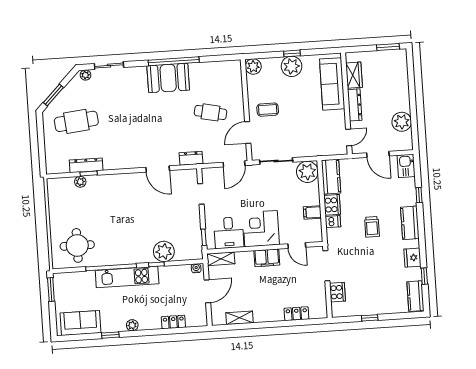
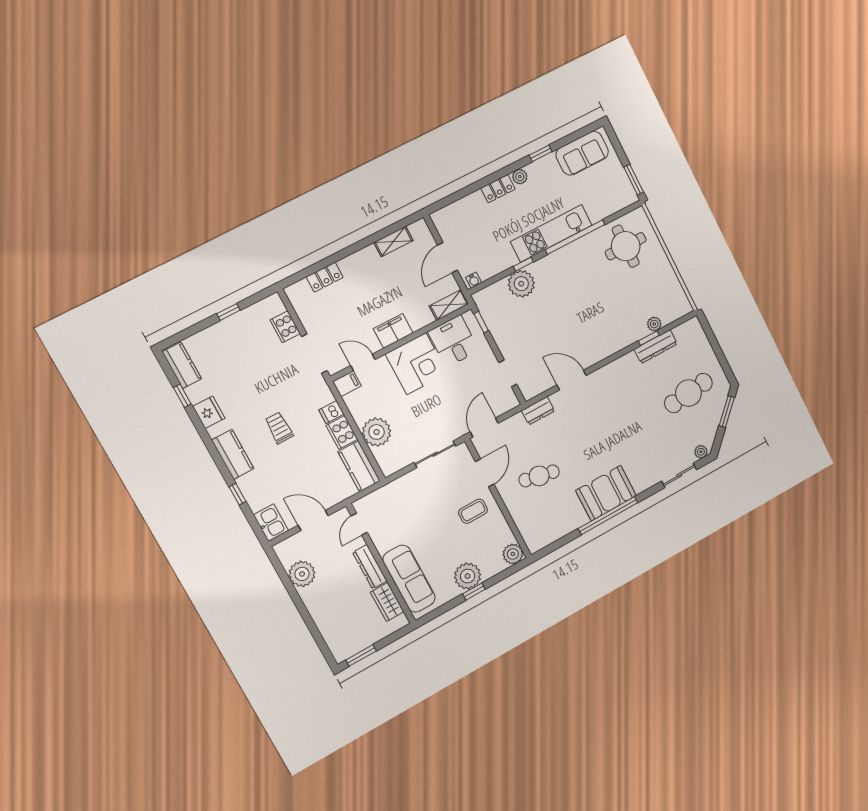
plant: (307, 172) -> (377, 432), moved
filing cabinet: (312, 212) -> (347, 384), moved
locker: (173, 322) -> (498, 189), moved

